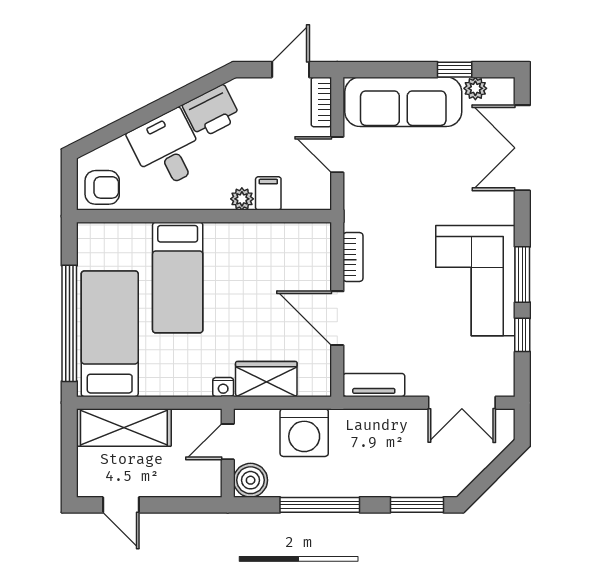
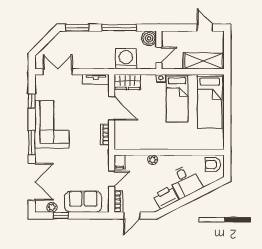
sofa: (403, 102) -> (83, 202), width x0.73
door: (337, 155) -> (112, 179), hinge flipped
filing cabinet: (268, 193) -> (120, 162), moved
window: (522, 274) -> (32, 143), moved
bed: (178, 278) -> (177, 98), moved, turned 180
window: (69, 323) -> (227, 106), removed
wardrobe: (266, 379) -> (127, 82), moved

